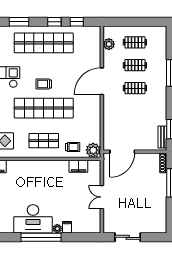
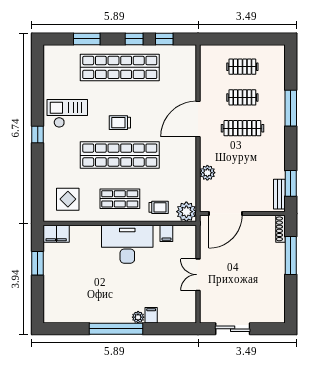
plant: (109, 44) -> (207, 173), moved
clothes rail: (135, 88) -> (242, 128), width x1.36
filing cabinet: (78, 166) -> (166, 233), width x0.50
desk: (33, 219) -> (127, 244), moved, turned 180

